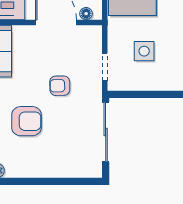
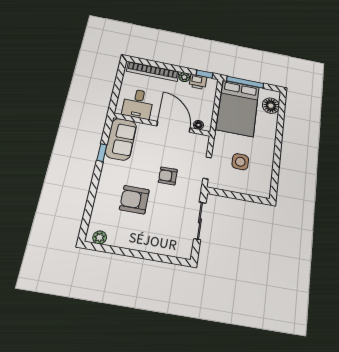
armchair: (26, 121) -> (134, 200), turned 180
sliding door: (106, 132) -> (200, 221), width x0.73

